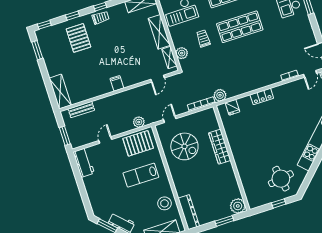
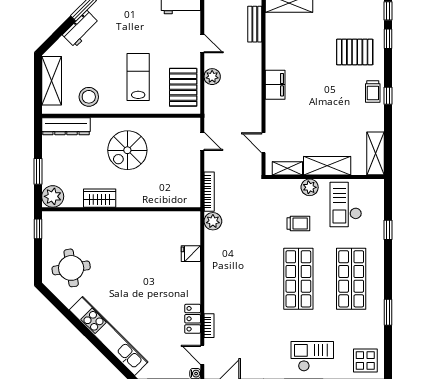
window: (73, 16) -> (388, 39), moved
plant: (182, 53) -> (310, 187), moved
filing cabinet: (117, 83) -> (275, 85), width x2.00
locker: (262, 96) -> (193, 319), moved
fridge: (232, 107) -> (191, 254), moved
plant: (139, 122) -> (212, 77), moved
spiral stairs: (184, 146) -> (127, 150), moved
wardrobe: (220, 147) -> (100, 198), moved, width x0.67
window: (279, 203) -> (38, 229), moved

